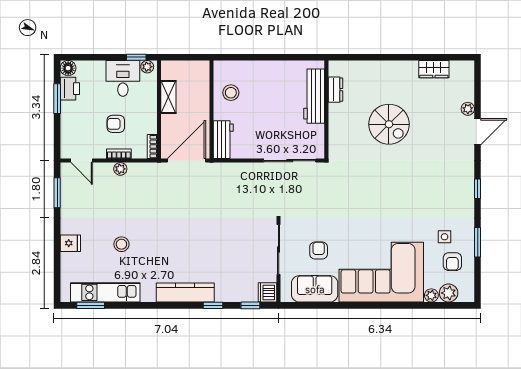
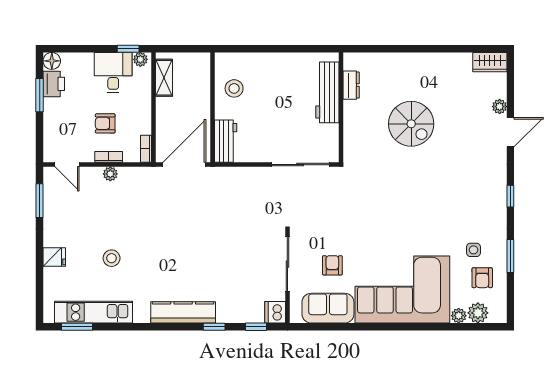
wardrobe: (434, 69) -> (490, 62), moved
shelving: (168, 97) -> (164, 78), moved

